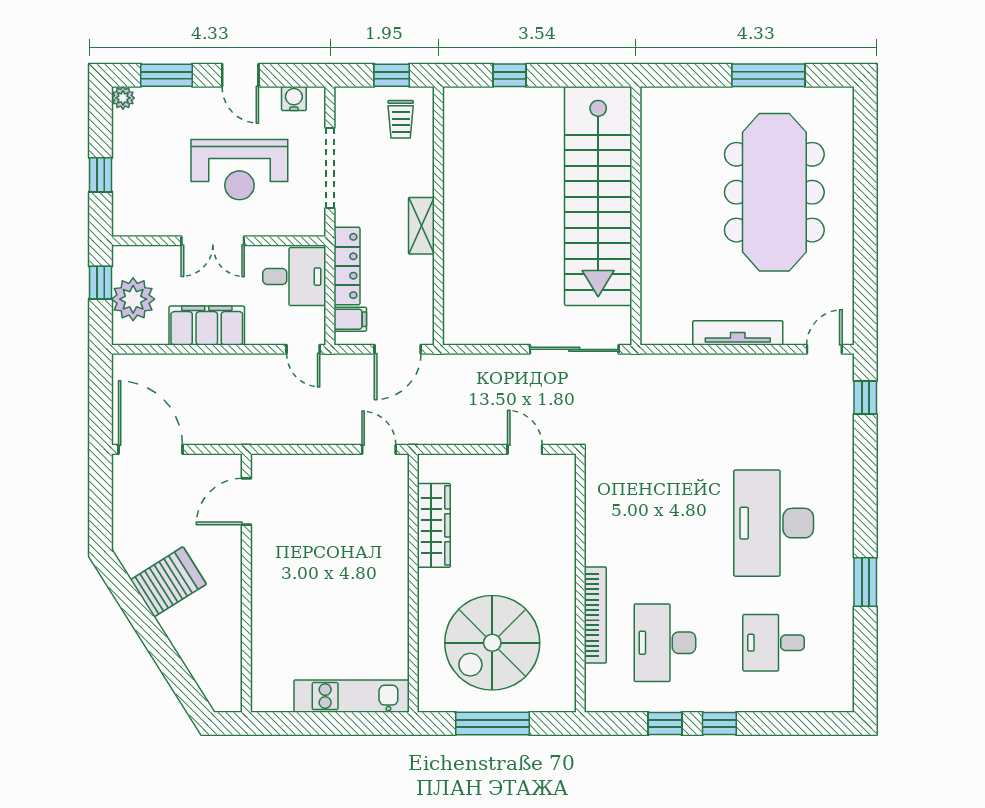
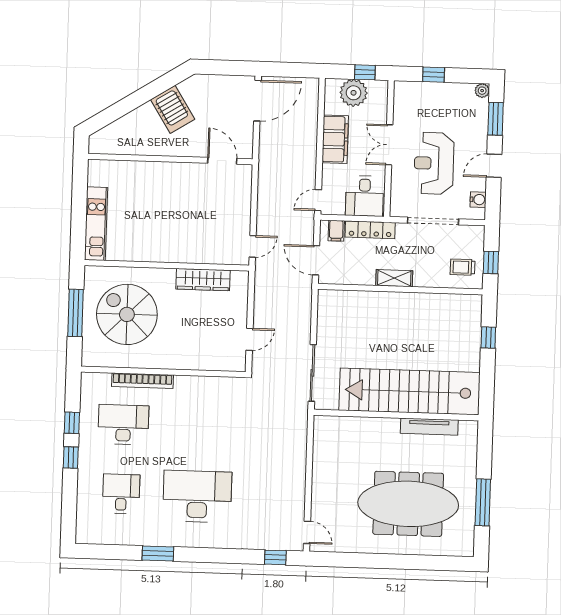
tv unit: (738, 333) -> (429, 427), moved, turned 90

